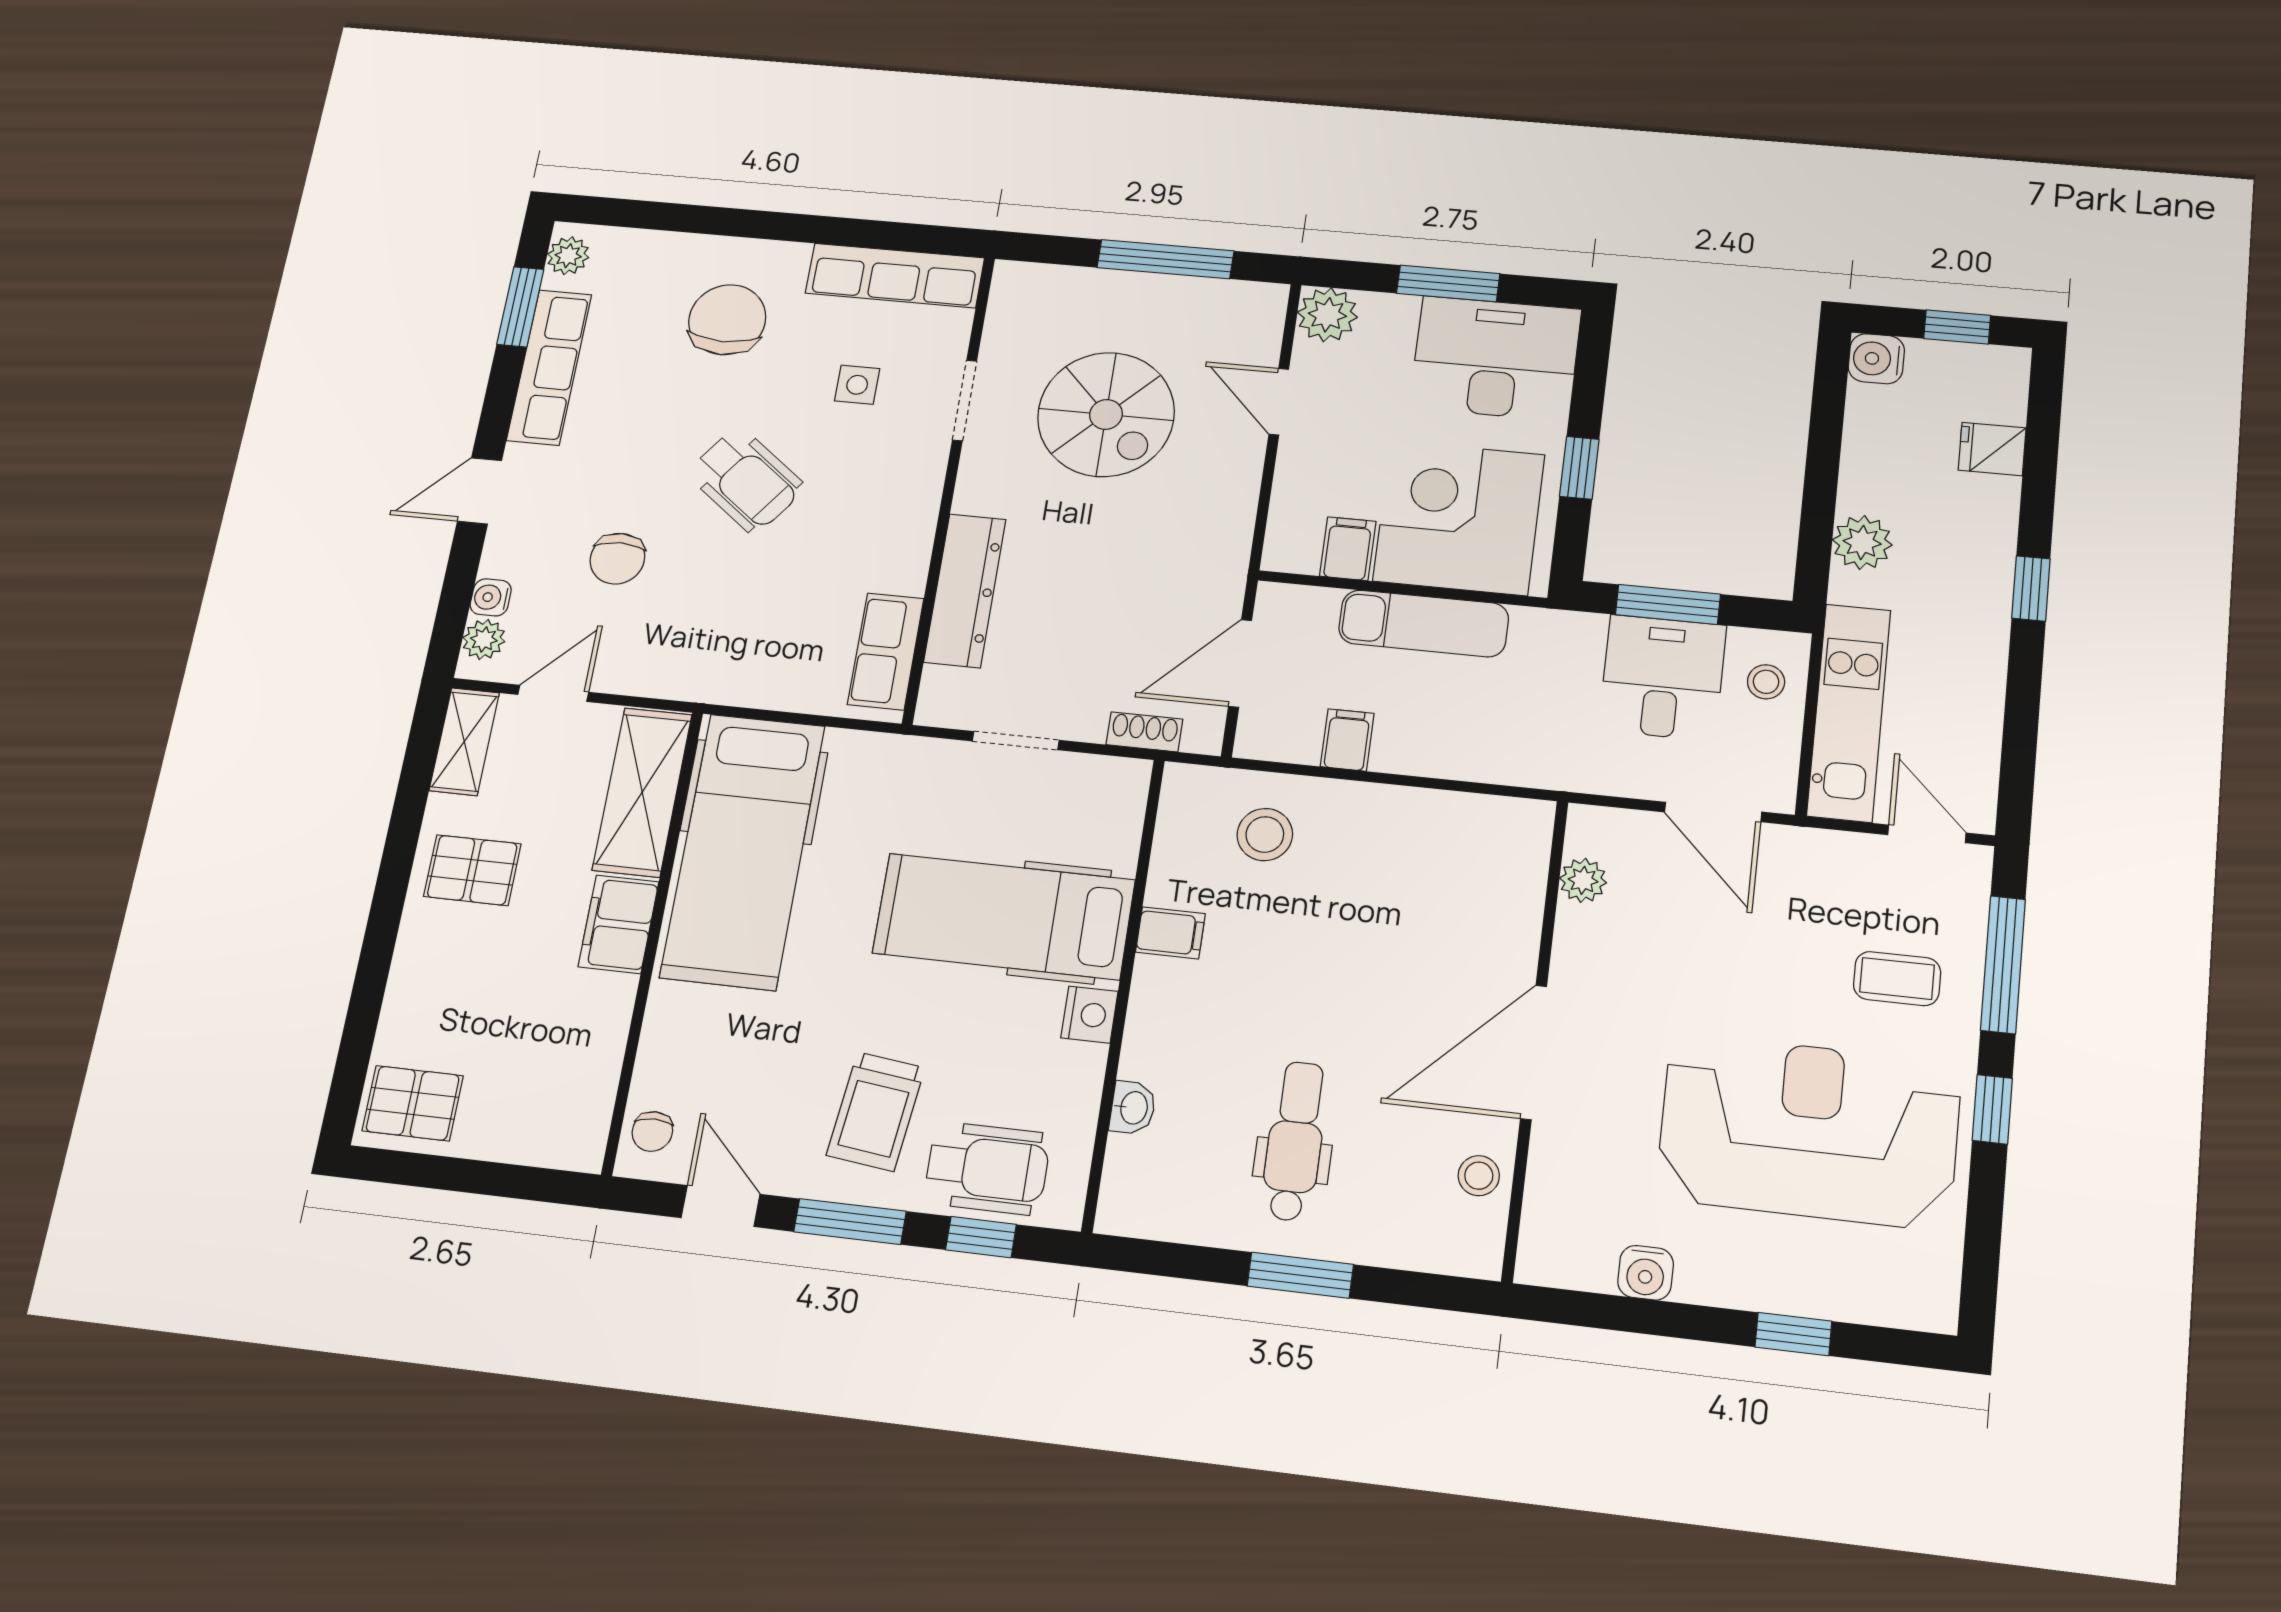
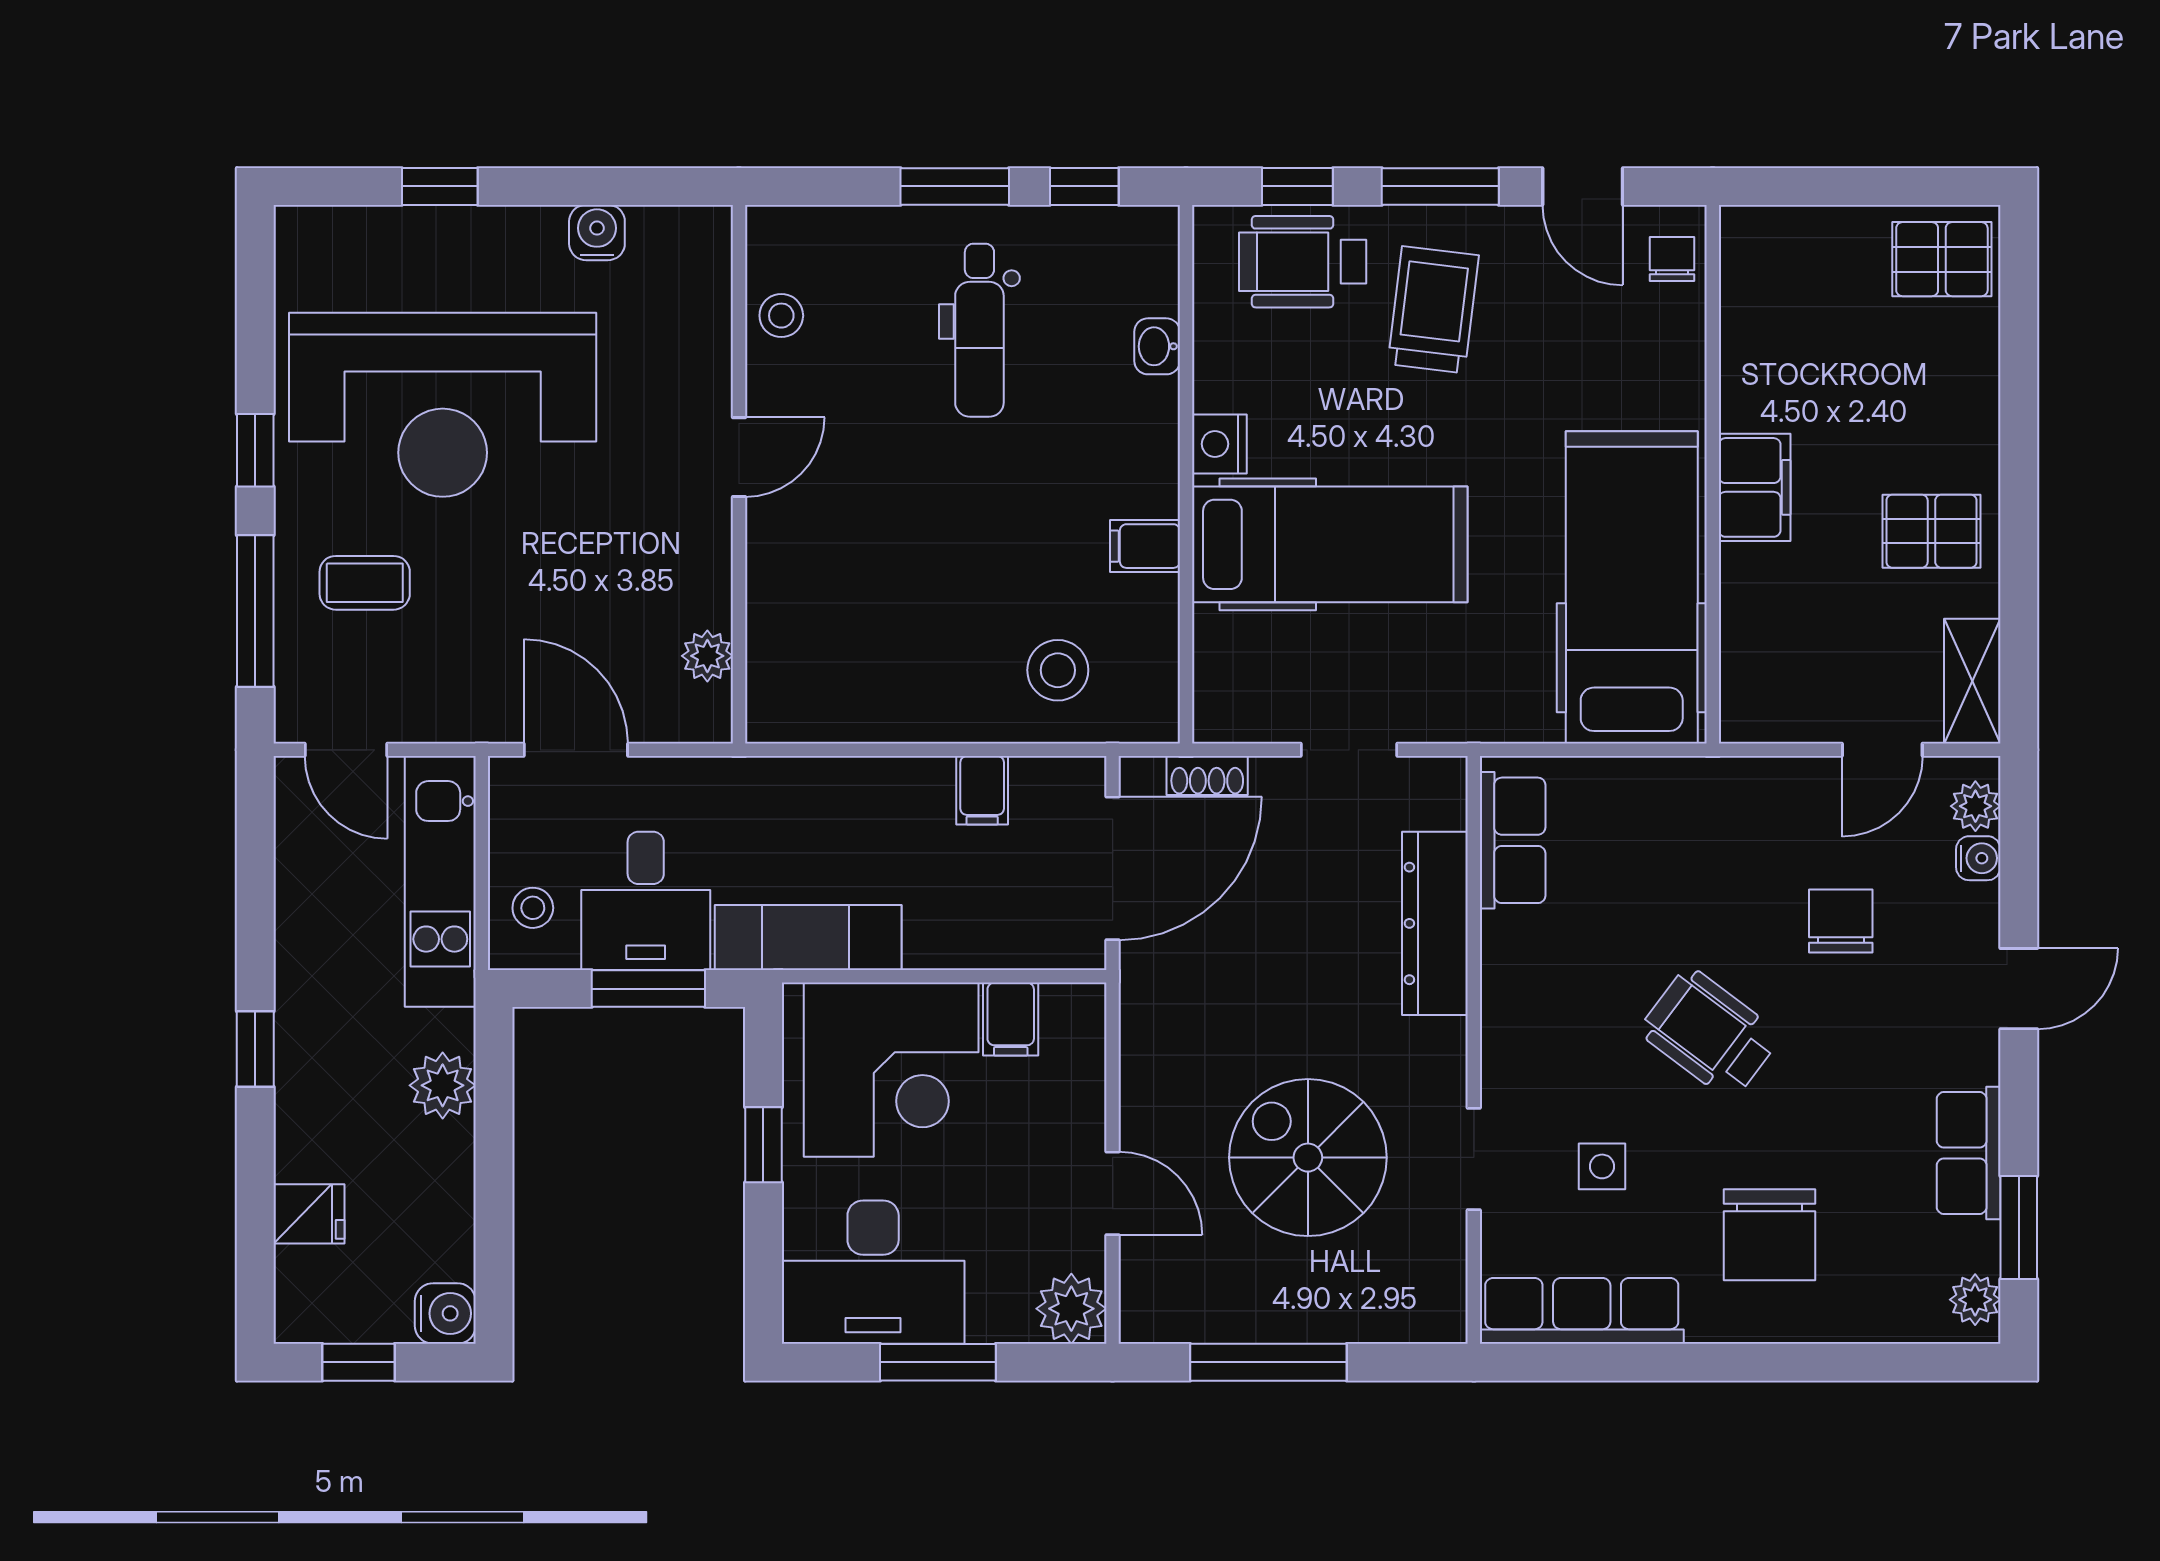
row of seats: (549, 367) -> (1969, 1153), width x0.68
exam couch: (1424, 623) -> (808, 938), moved
door: (1240, 663) -> (1113, 868), width x1.36
shelving: (642, 792) -> (1758, 643), removed
door: (1534, 1052) -> (739, 457), width x0.53
window: (1179, 1261) -> (1084, 186), added

